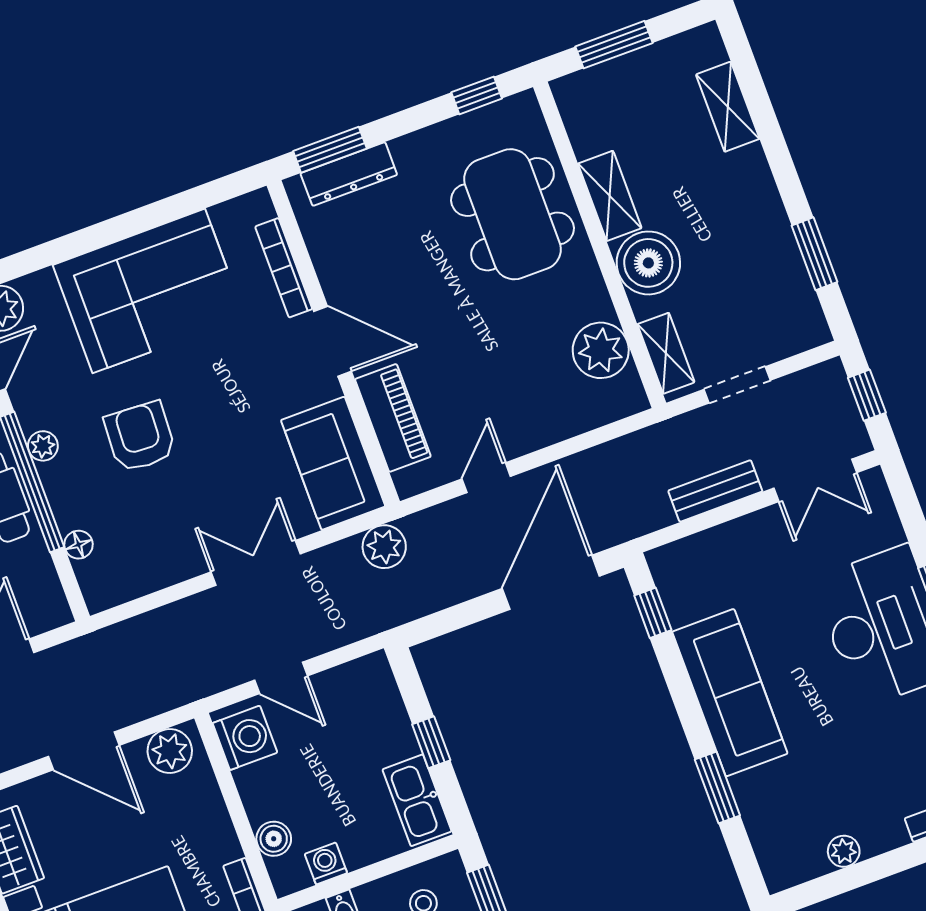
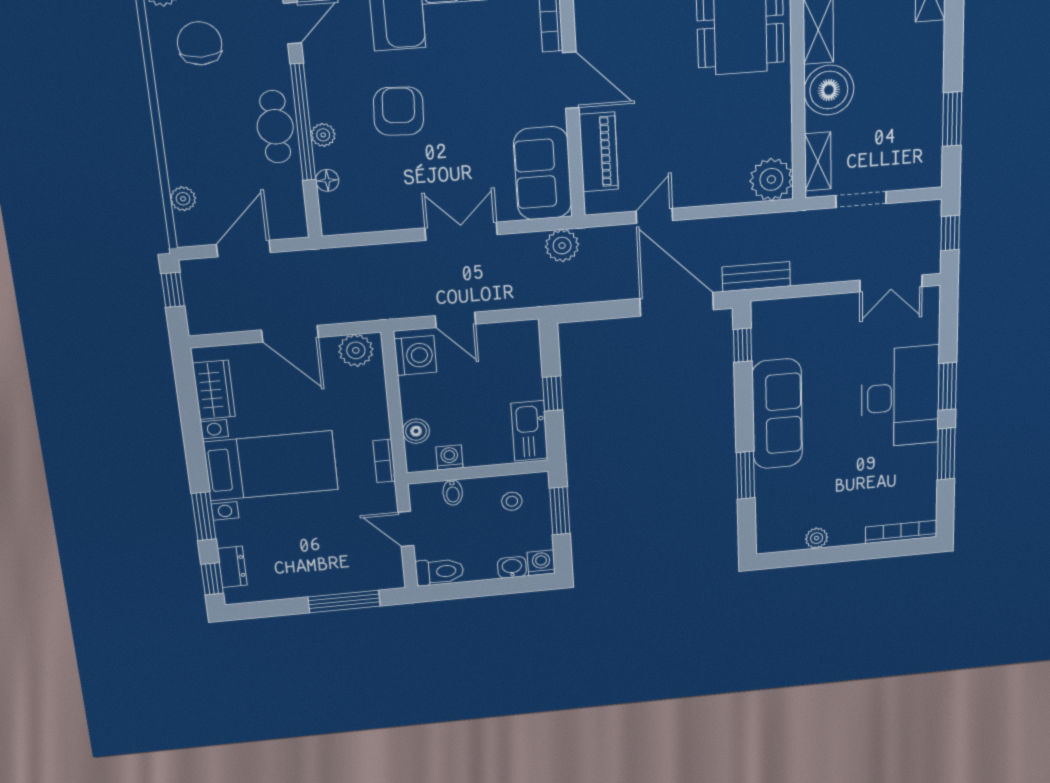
plant: (601, 350) -> (771, 179), moved
plant: (43, 446) -> (323, 135), moved
bench: (715, 491) -> (756, 277), moved
door: (551, 582) -> (677, 304), hinge flipped

